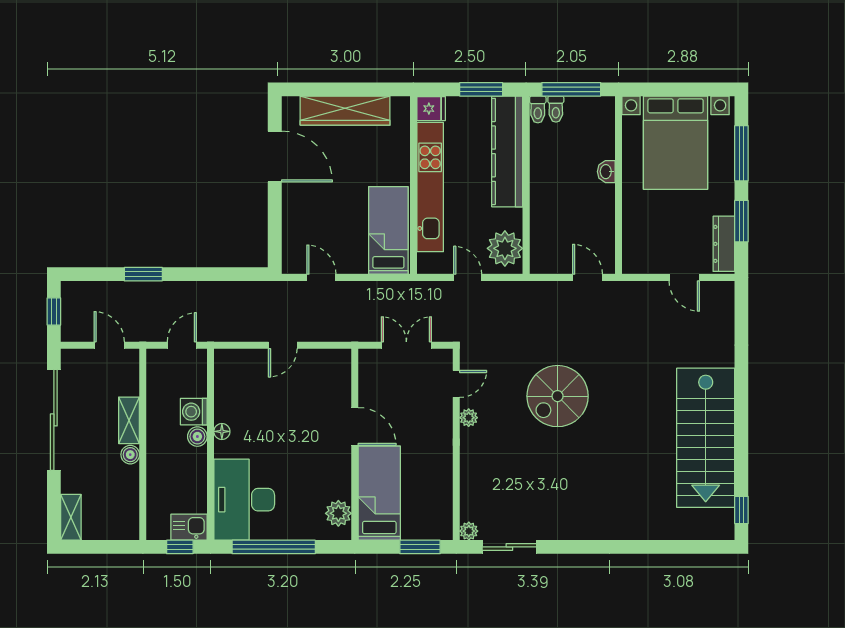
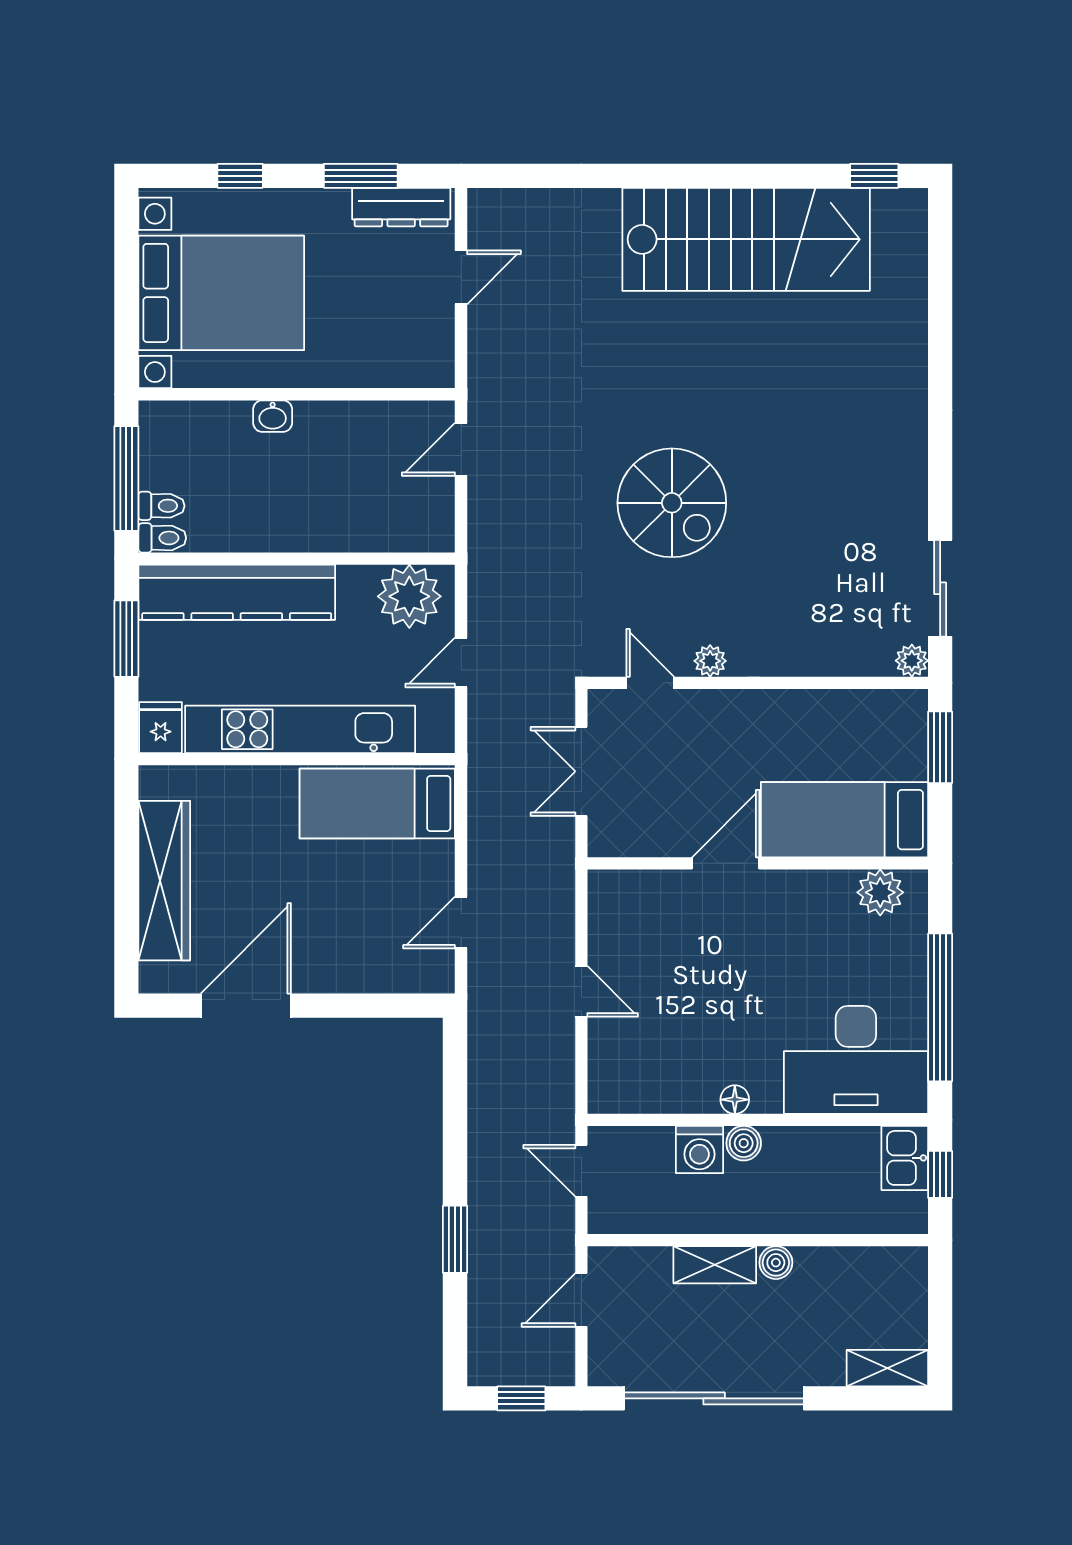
window: (741, 153) -> (240, 176), width x0.46

